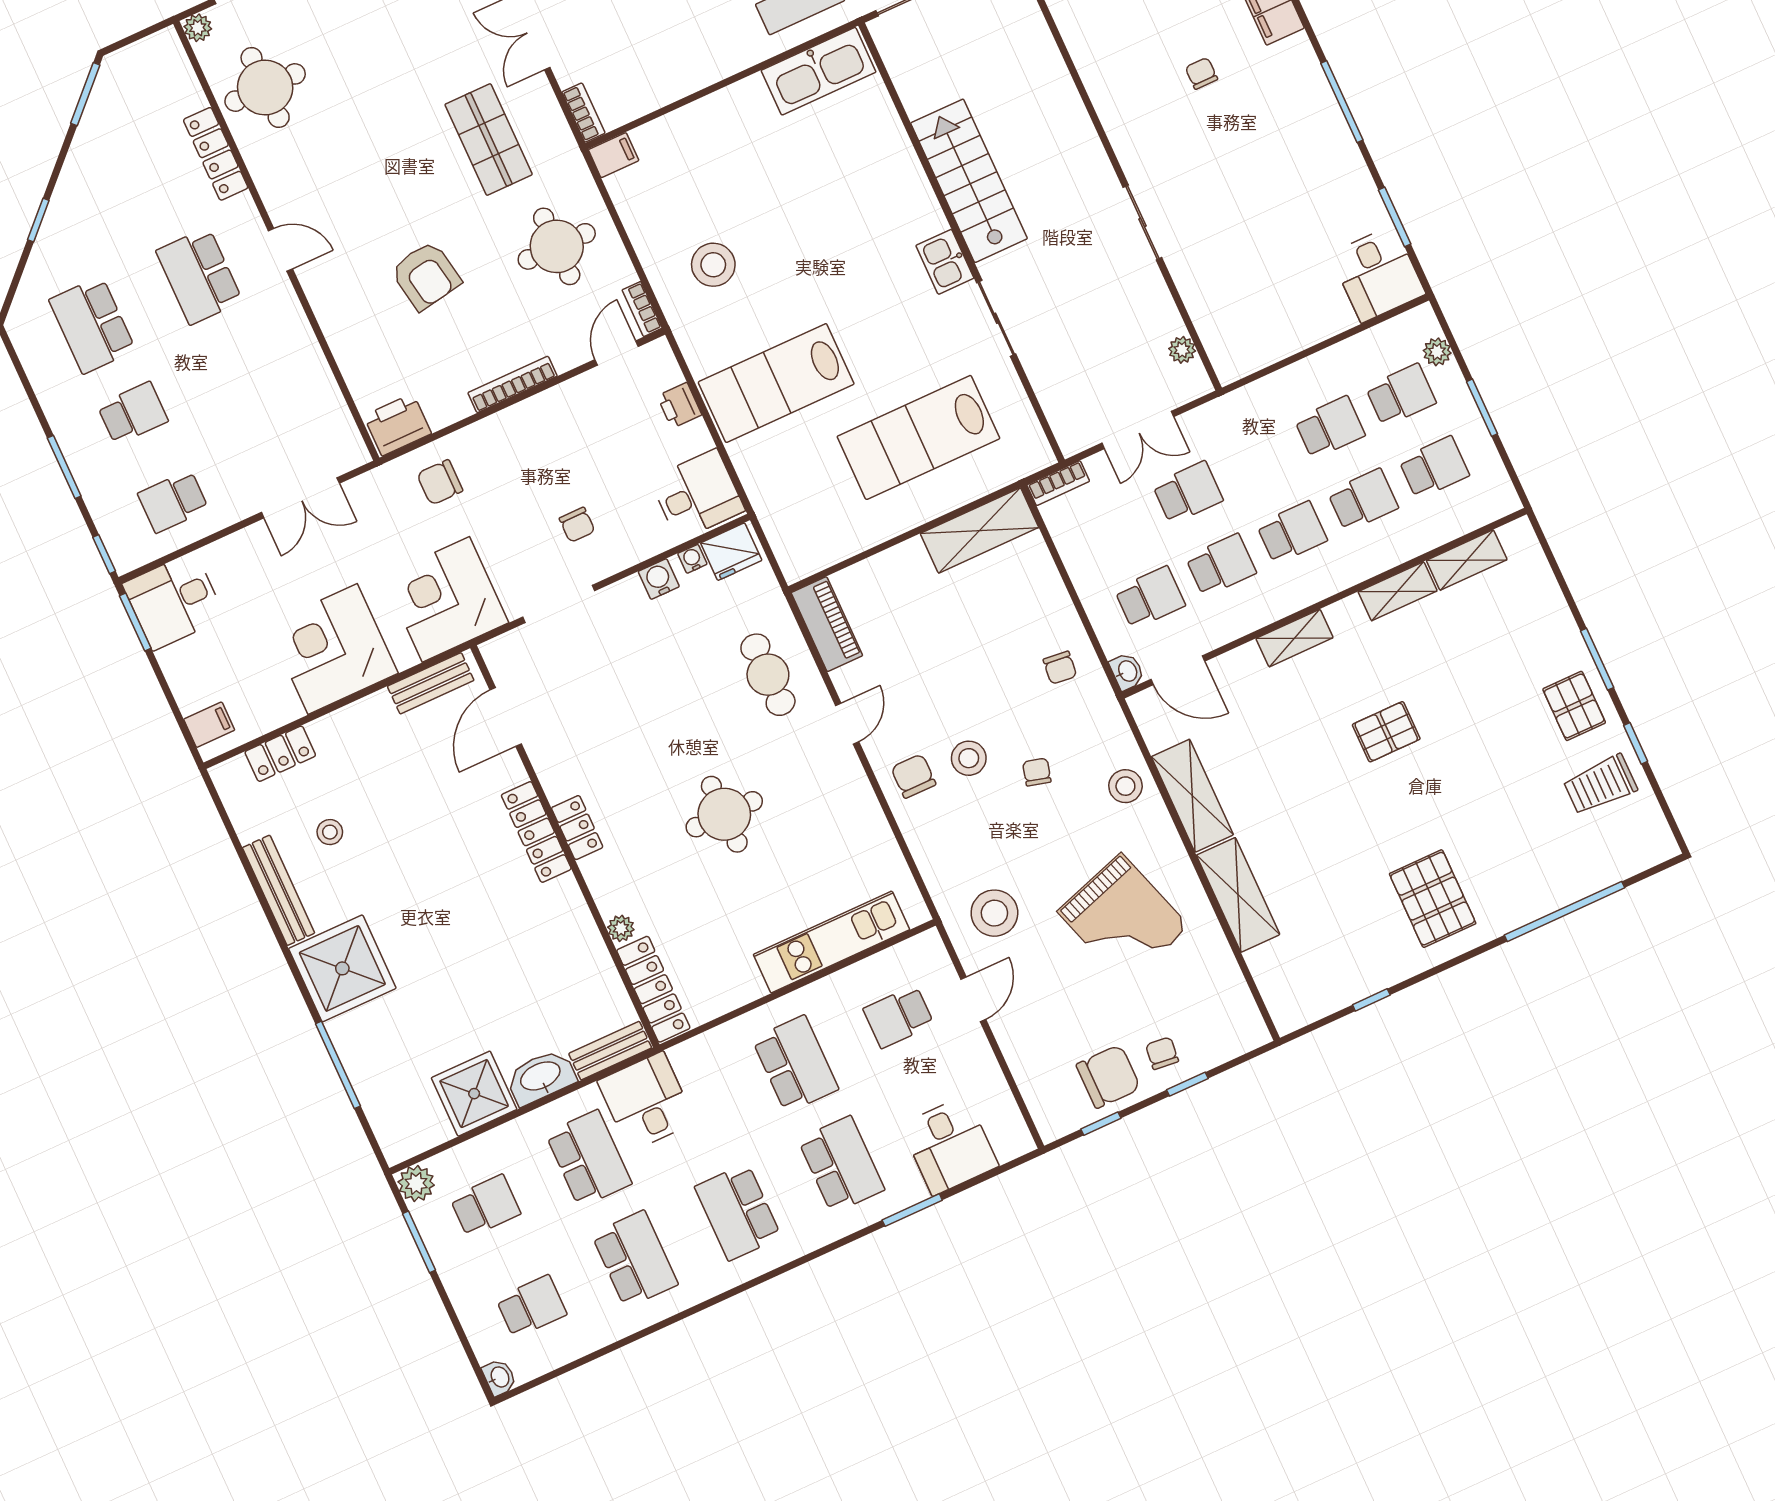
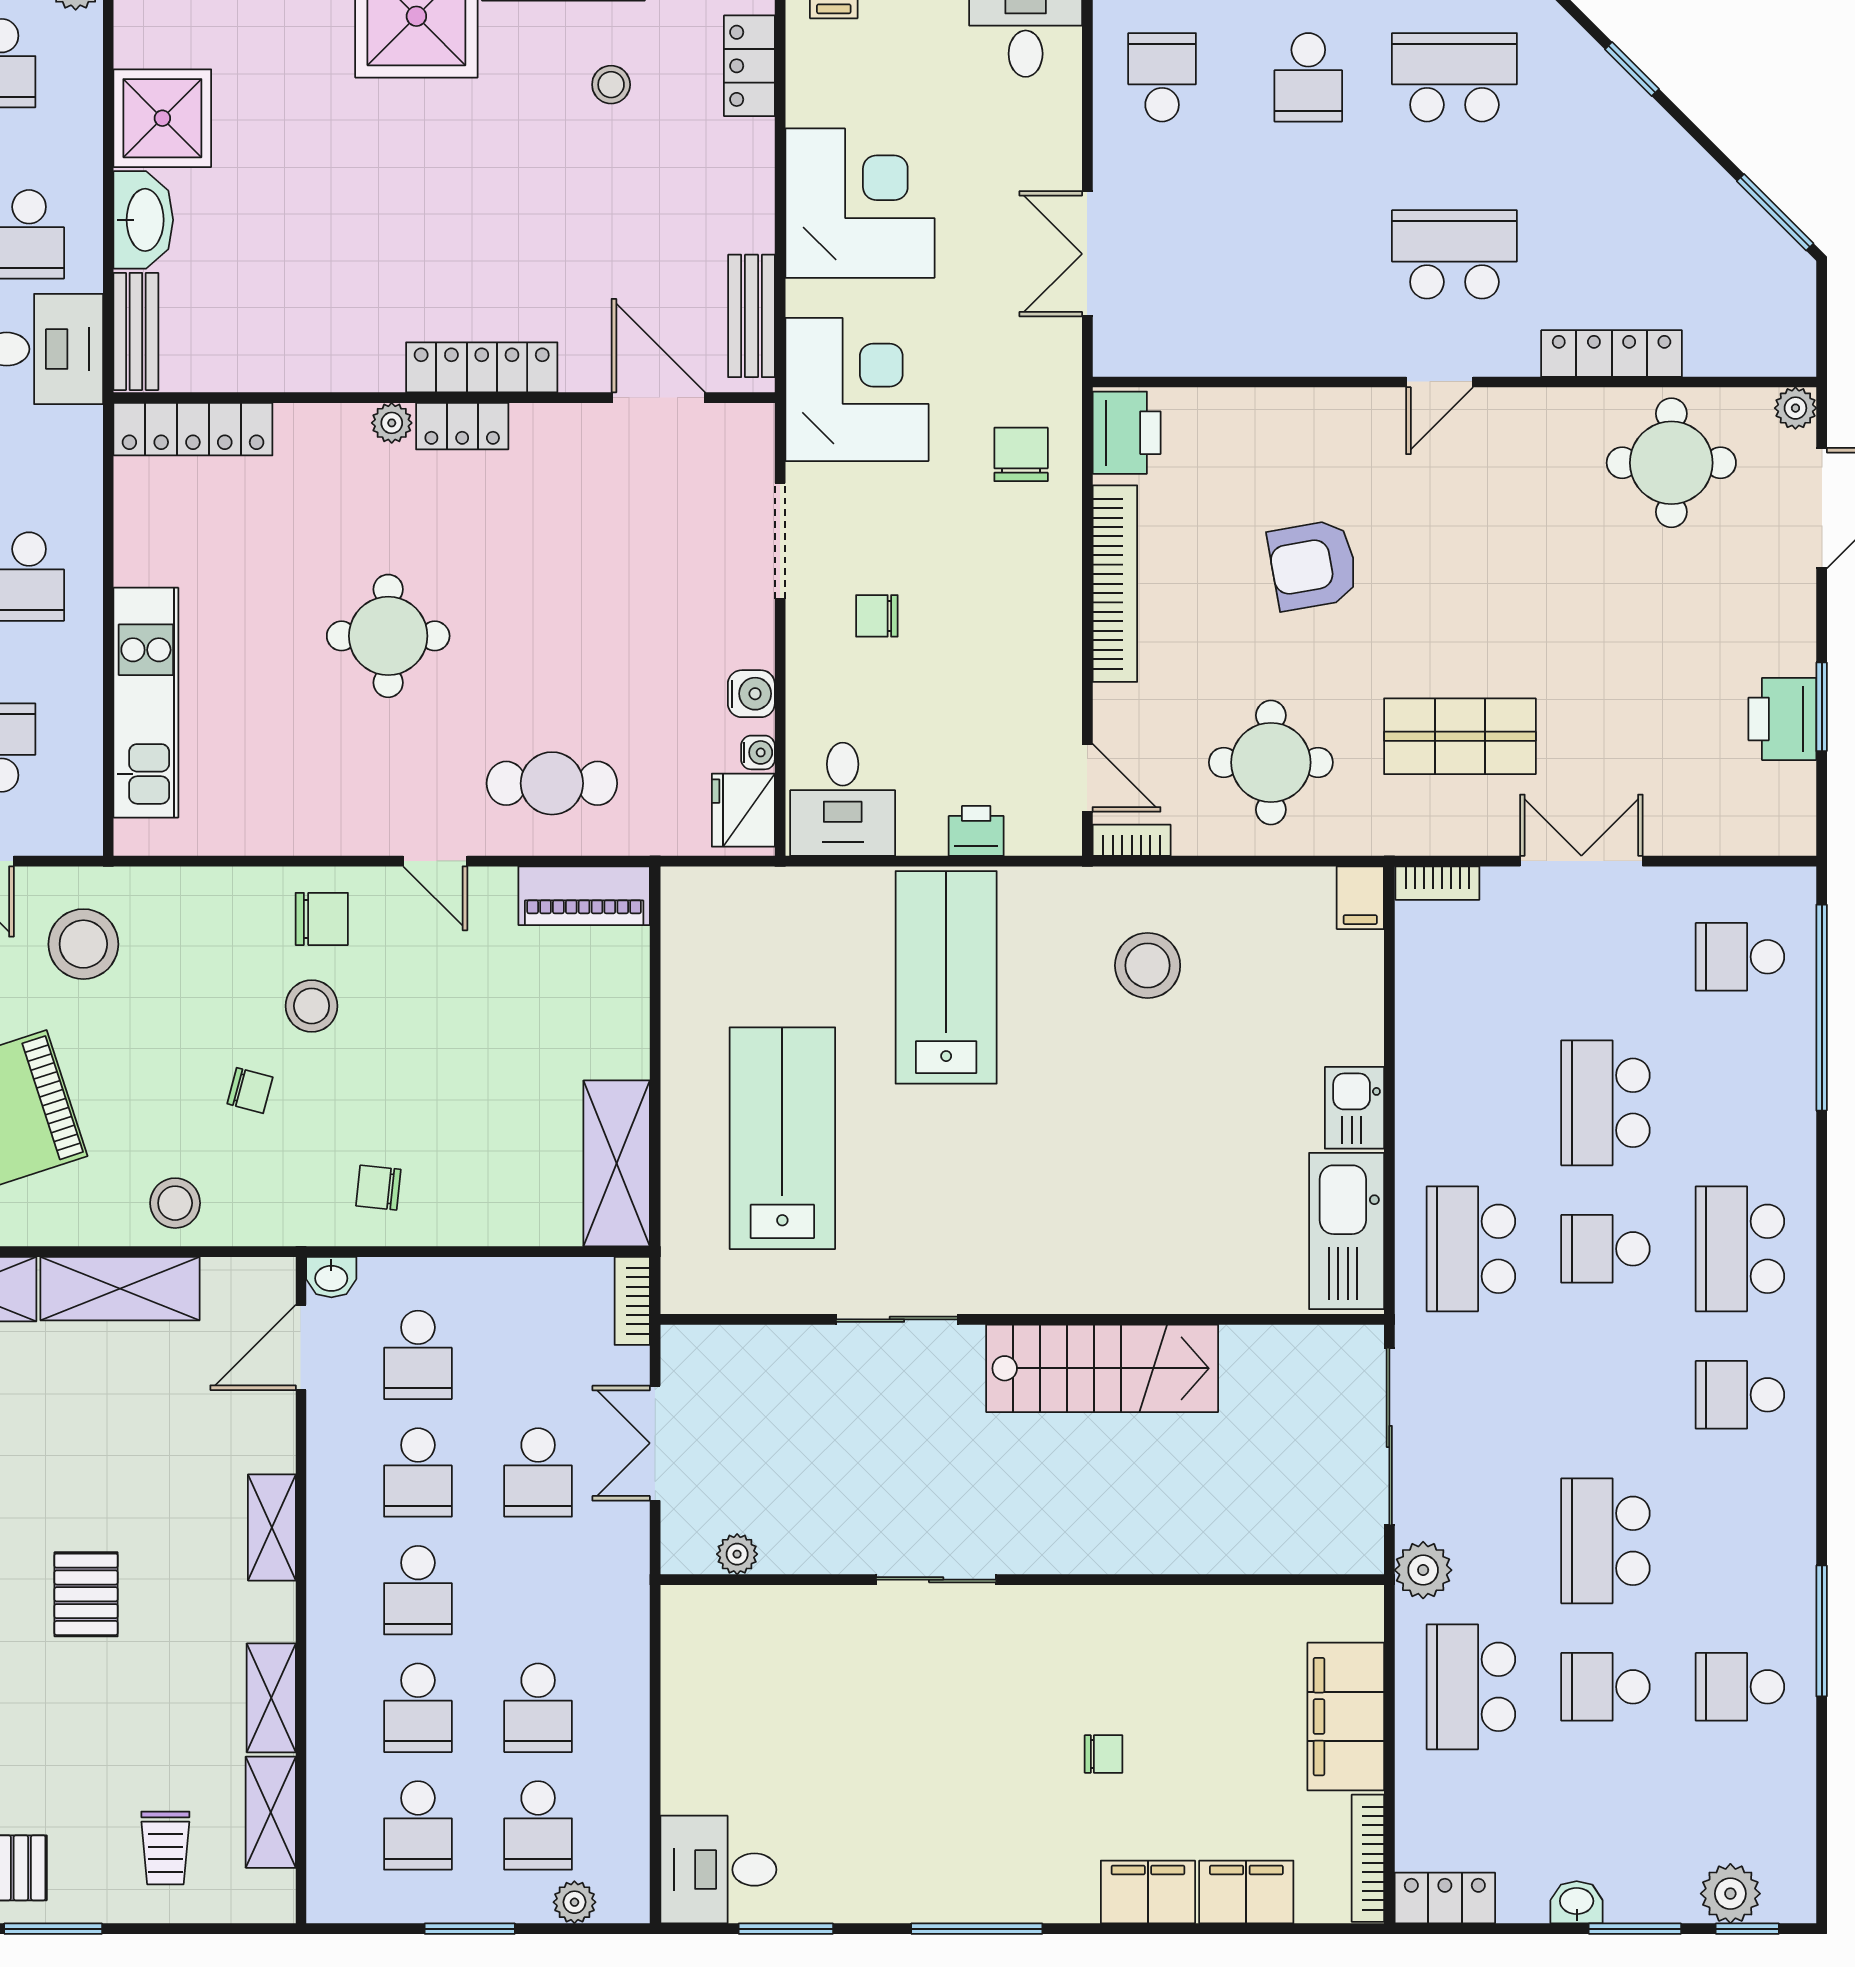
kitchen sink: (945, 262) -> (1354, 1108), moved, turned -90
bookcase: (513, 384) -> (1115, 584), width x1.48, depth x1.31
trolley: (1517, 614) -> (165, 1848), added
plant: (621, 928) -> (392, 423), moved

